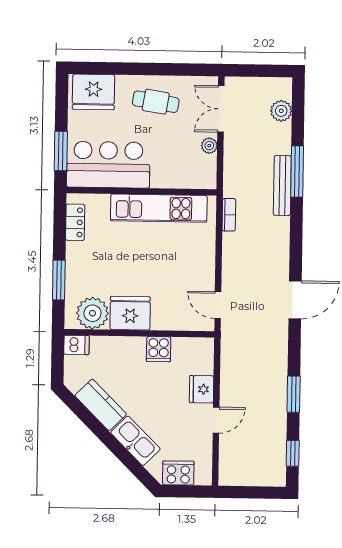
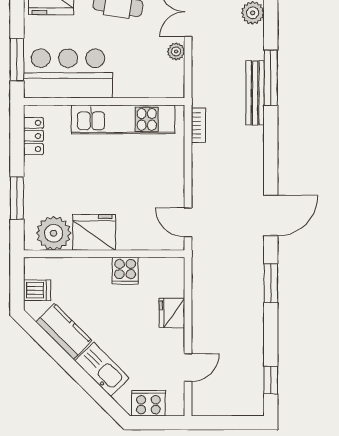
dishwasher: (76, 345) -> (37, 290), moved
window: (294, 394) -> (271, 283), moved
door: (216, 420) -> (188, 368), moved

